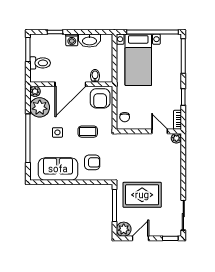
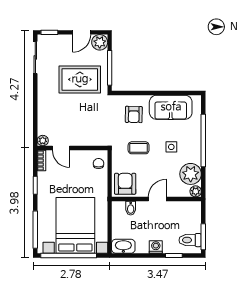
washbasin: (89, 41) -> (123, 246), moved
bed with nightstands: (138, 60) -> (75, 225), width x1.36
toilet: (40, 63) -> (190, 240), moved
door: (70, 84) -> (157, 199), width x0.53
armchair: (92, 162) -> (134, 114), turned -89

